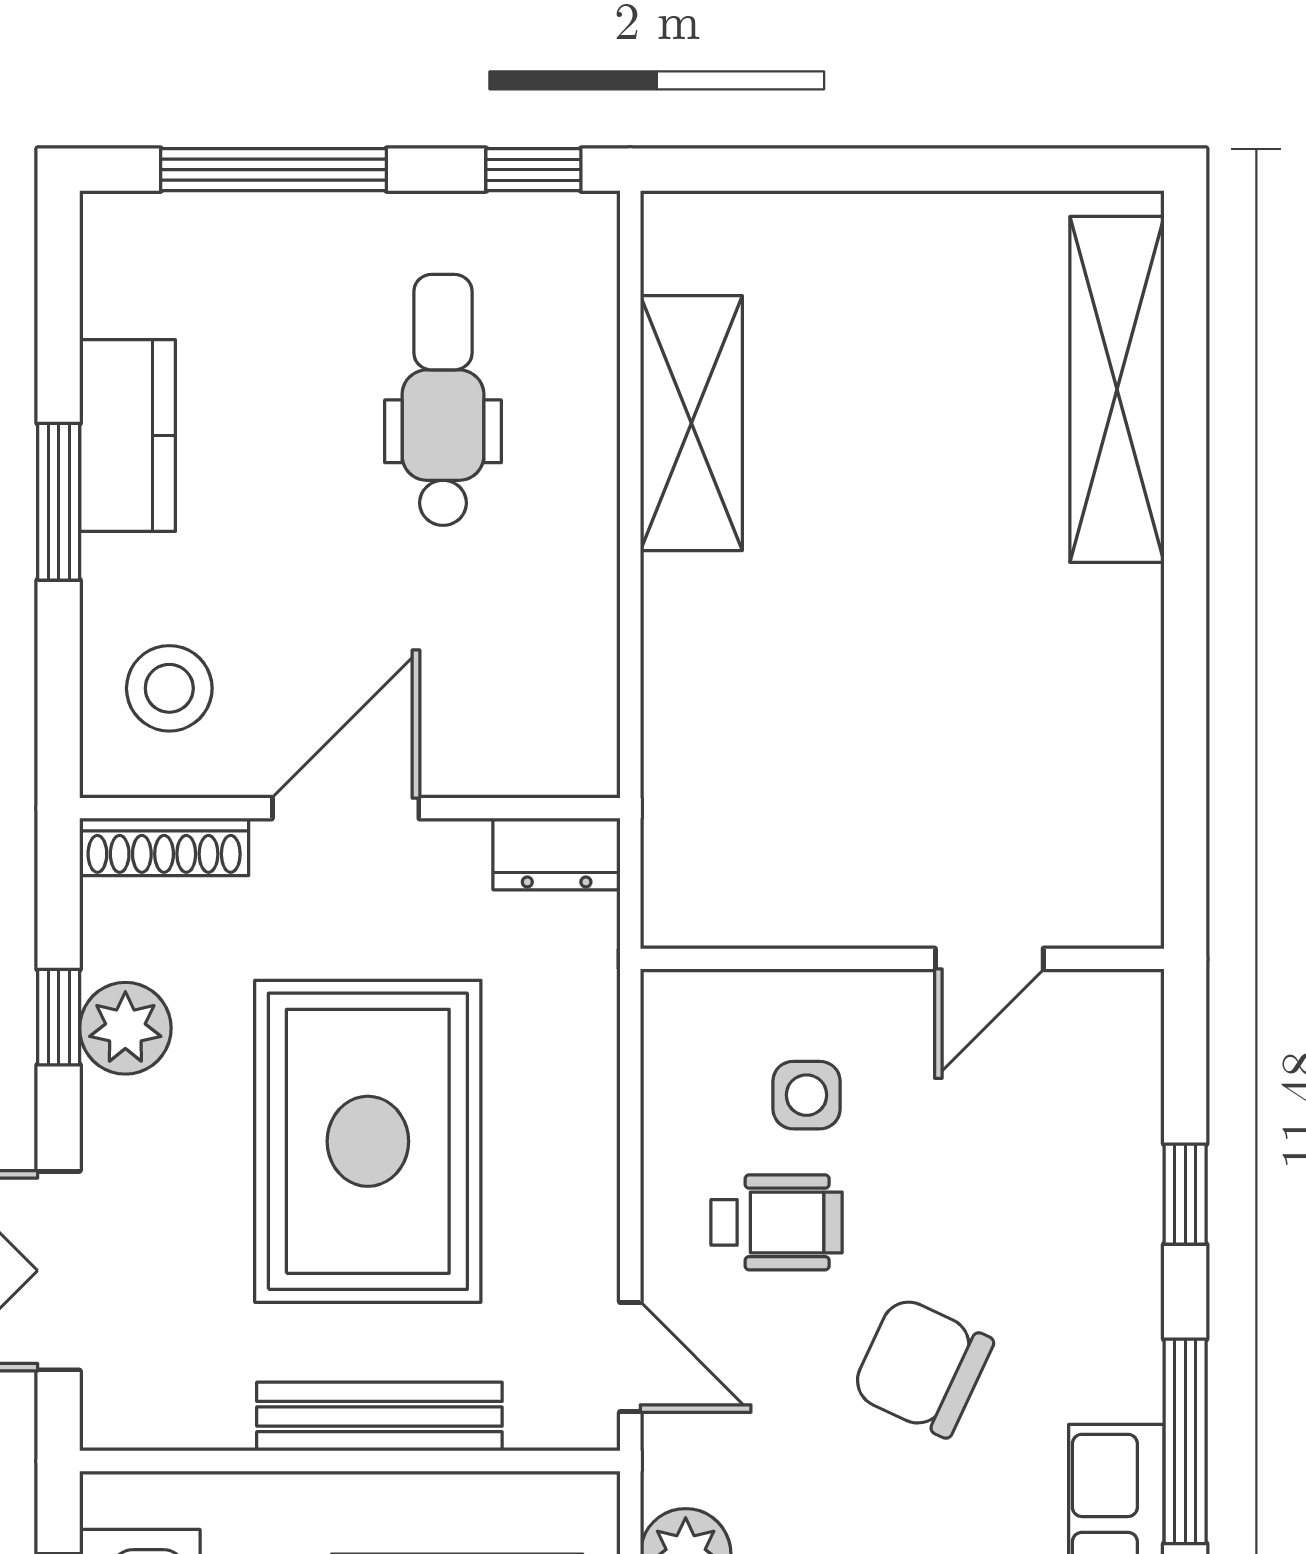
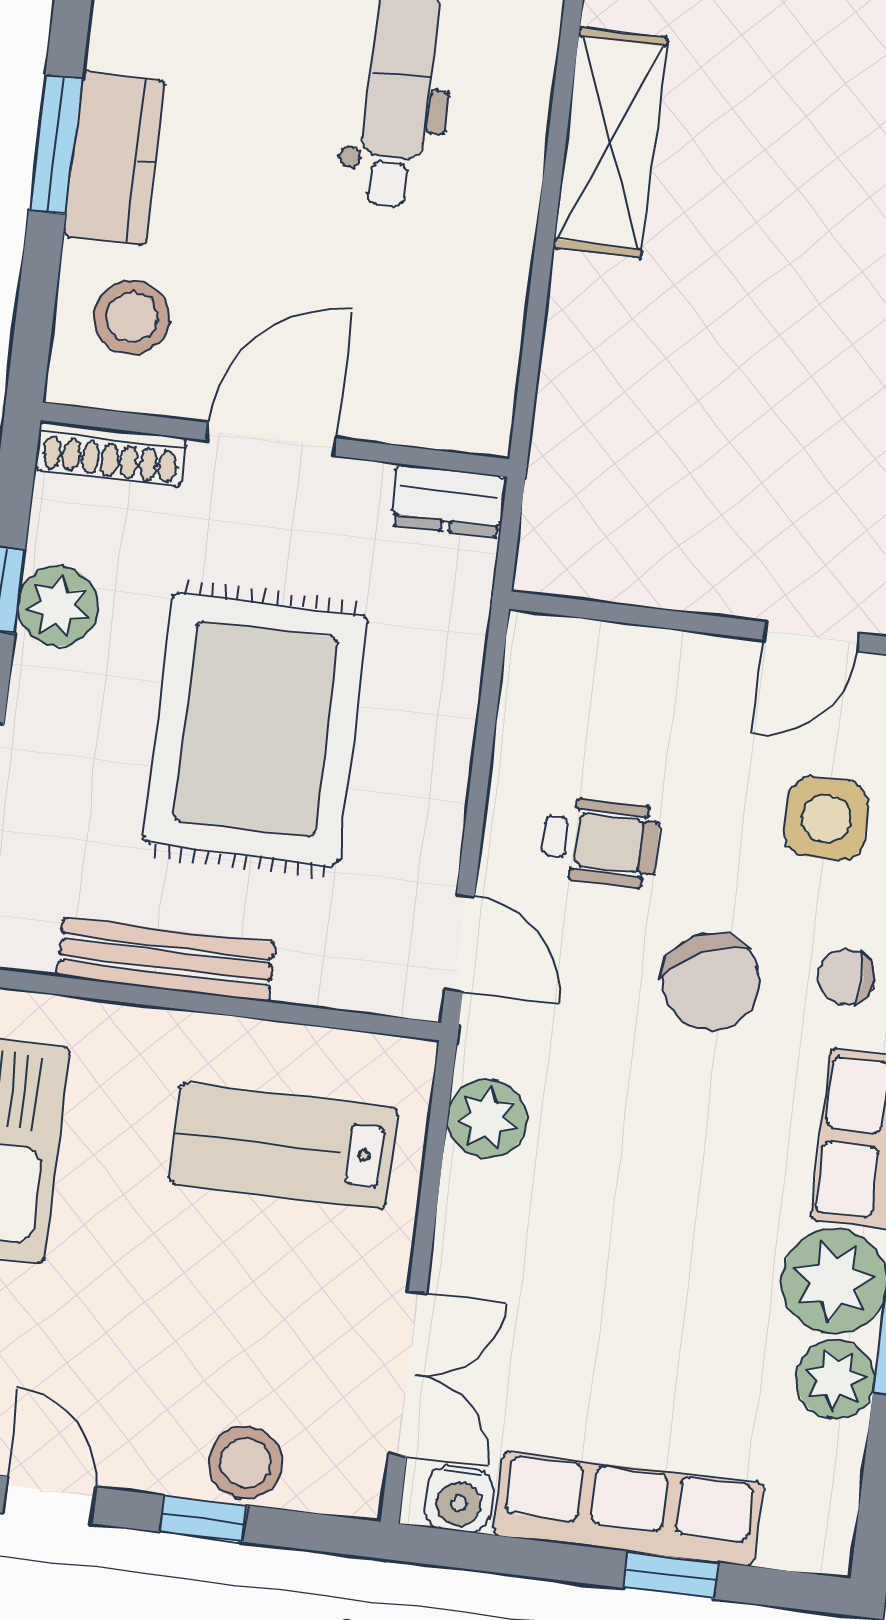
kitchen counter: (127, 436) -> (114, 158), moved
side table: (807, 1095) -> (826, 818), moved, width x1.37, depth x1.37
chair: (1076, 1342) -> (846, 977), added
chair: (922, 1367) -> (711, 982), turned -141
bench: (379, 1417) -> (166, 960), moved

